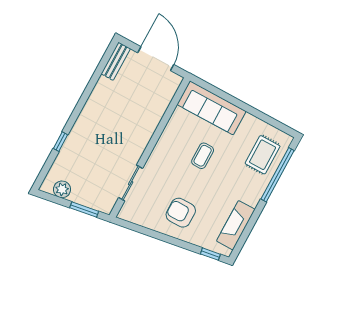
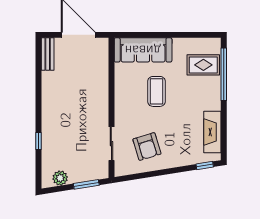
rug: (263, 155) -> (203, 65), turned 90
coffee table: (203, 156) -> (156, 91), width x1.36, depth x1.30
armchair: (181, 213) -> (147, 147), moved, turned -107

